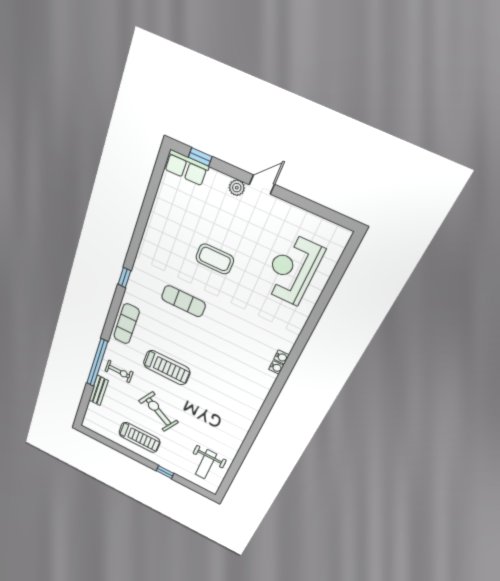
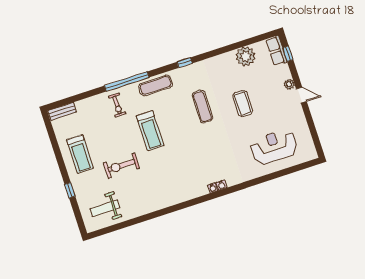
plant: (166, 209) -> (246, 56), added
window: (97, 363) -> (127, 82), moved
bench: (99, 390) -> (62, 111), moved
exercise bike: (158, 412) -> (121, 166), moved, turned -119

